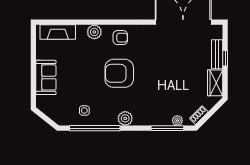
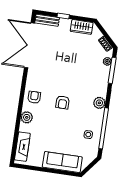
bench: (217, 54) -> (47, 20), moved
armchair: (119, 73) -> (63, 102), width x0.53, depth x0.53
sofa: (46, 77) -> (62, 162), width x1.36

